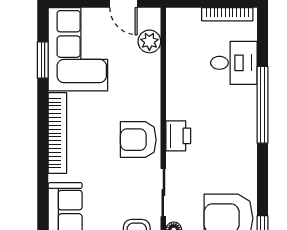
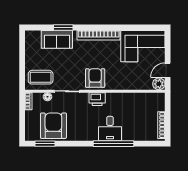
plant: (149, 41) -> (159, 84), moved
window: (43, 60) -> (63, 28), moved
desk: (234, 63) -> (110, 129), moved

